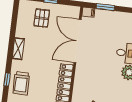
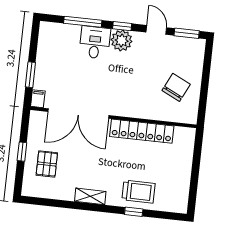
pallet: (42, 18) -> (47, 164), turned 90

